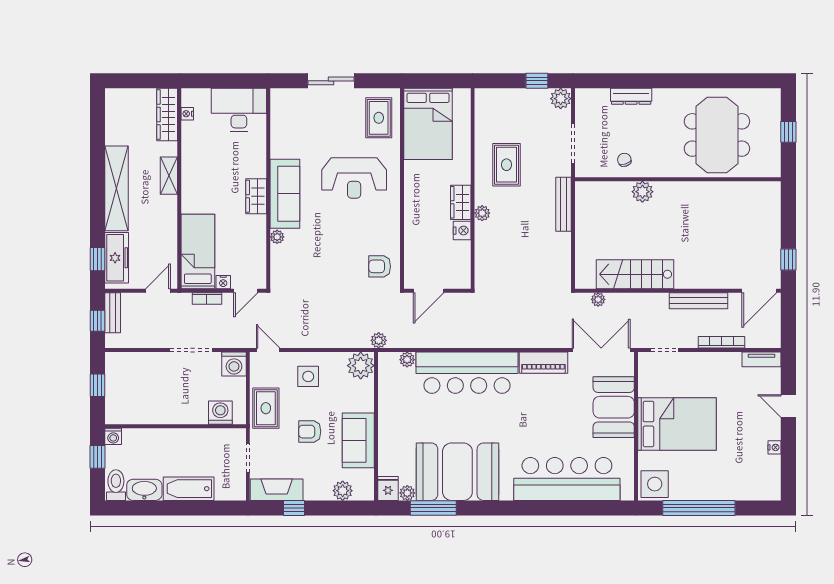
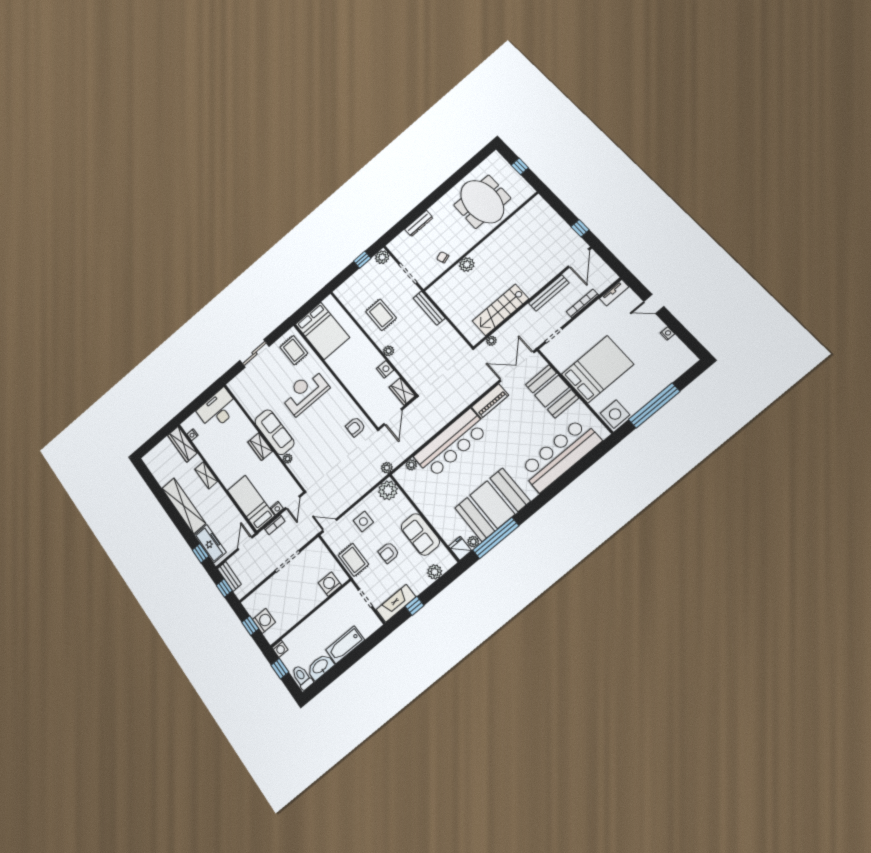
reception desk: (354, 178) -> (305, 392), turned 180
wardrobe: (461, 202) -> (402, 391), moved
washing machine: (234, 364) -> (264, 621), moved, turned -90
window: (433, 508) -> (496, 538), width x1.46

